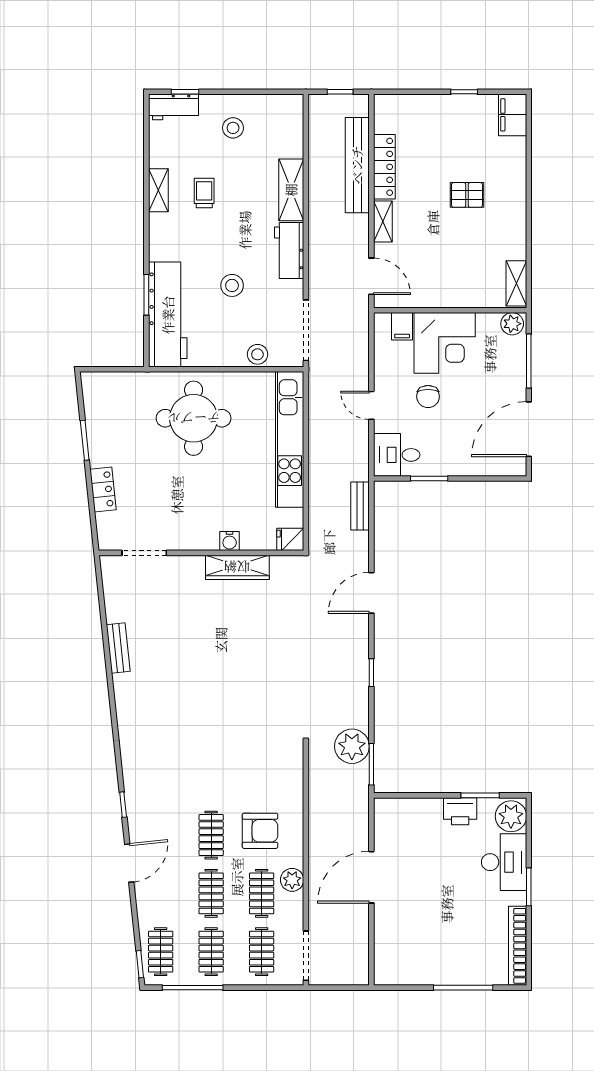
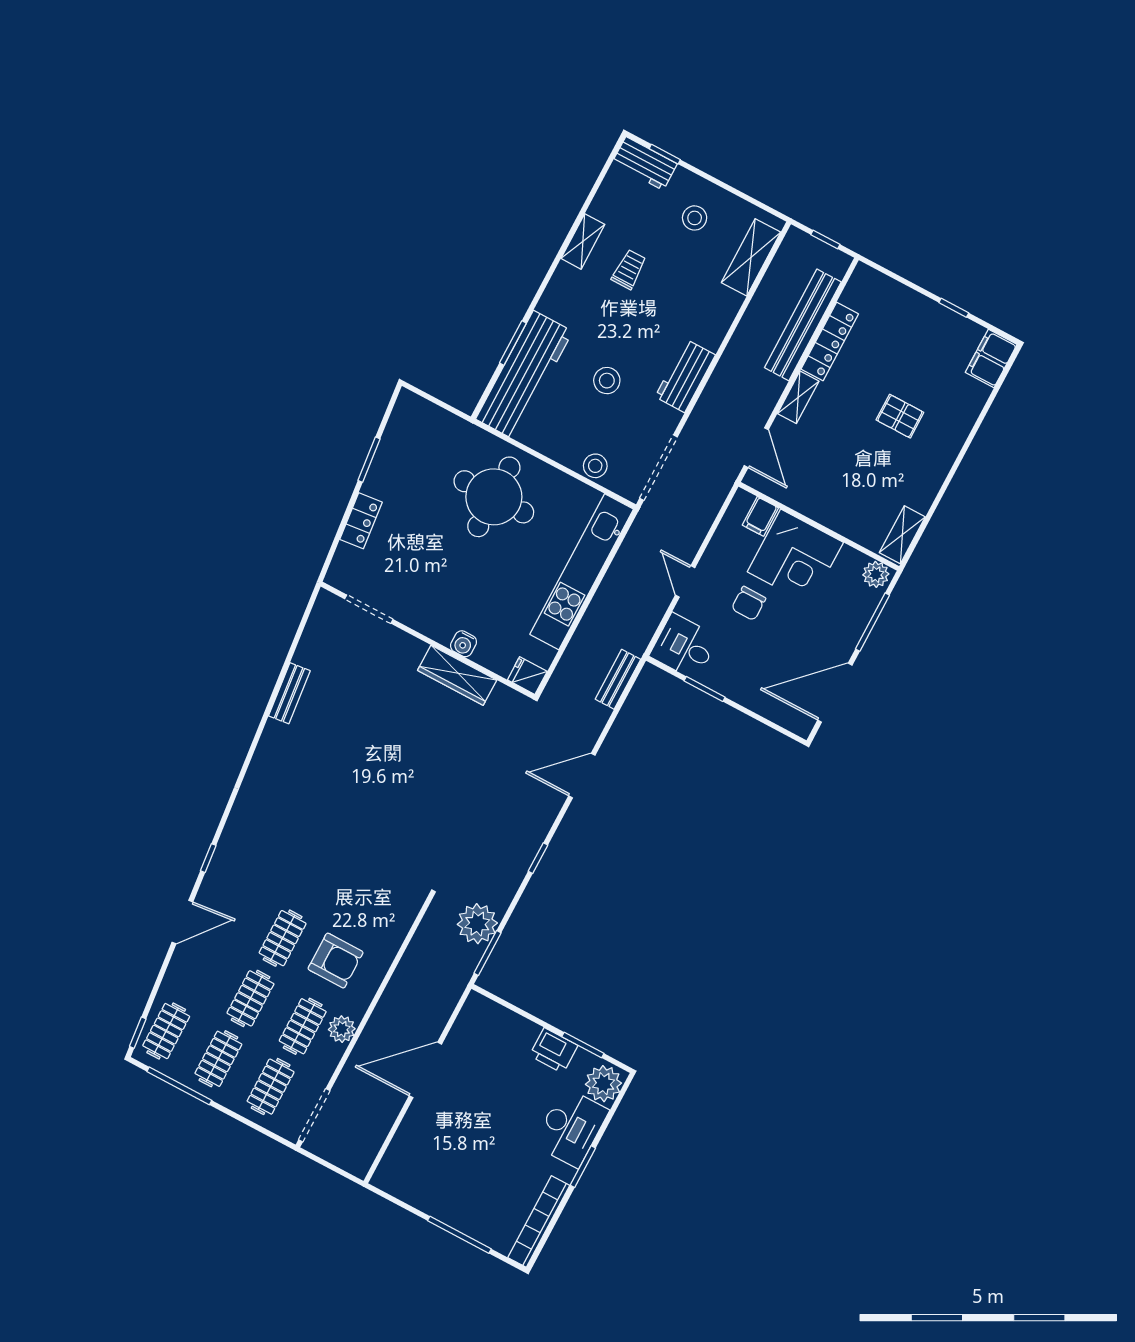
shelving: (291, 190) -> (751, 257), moved

